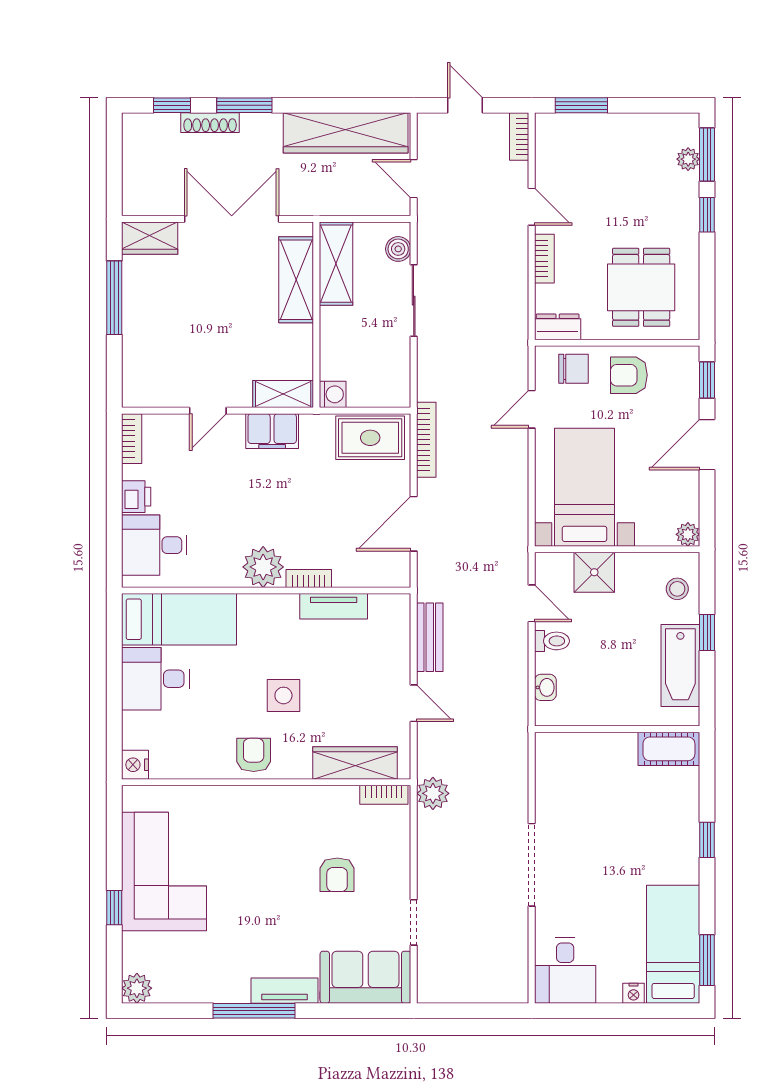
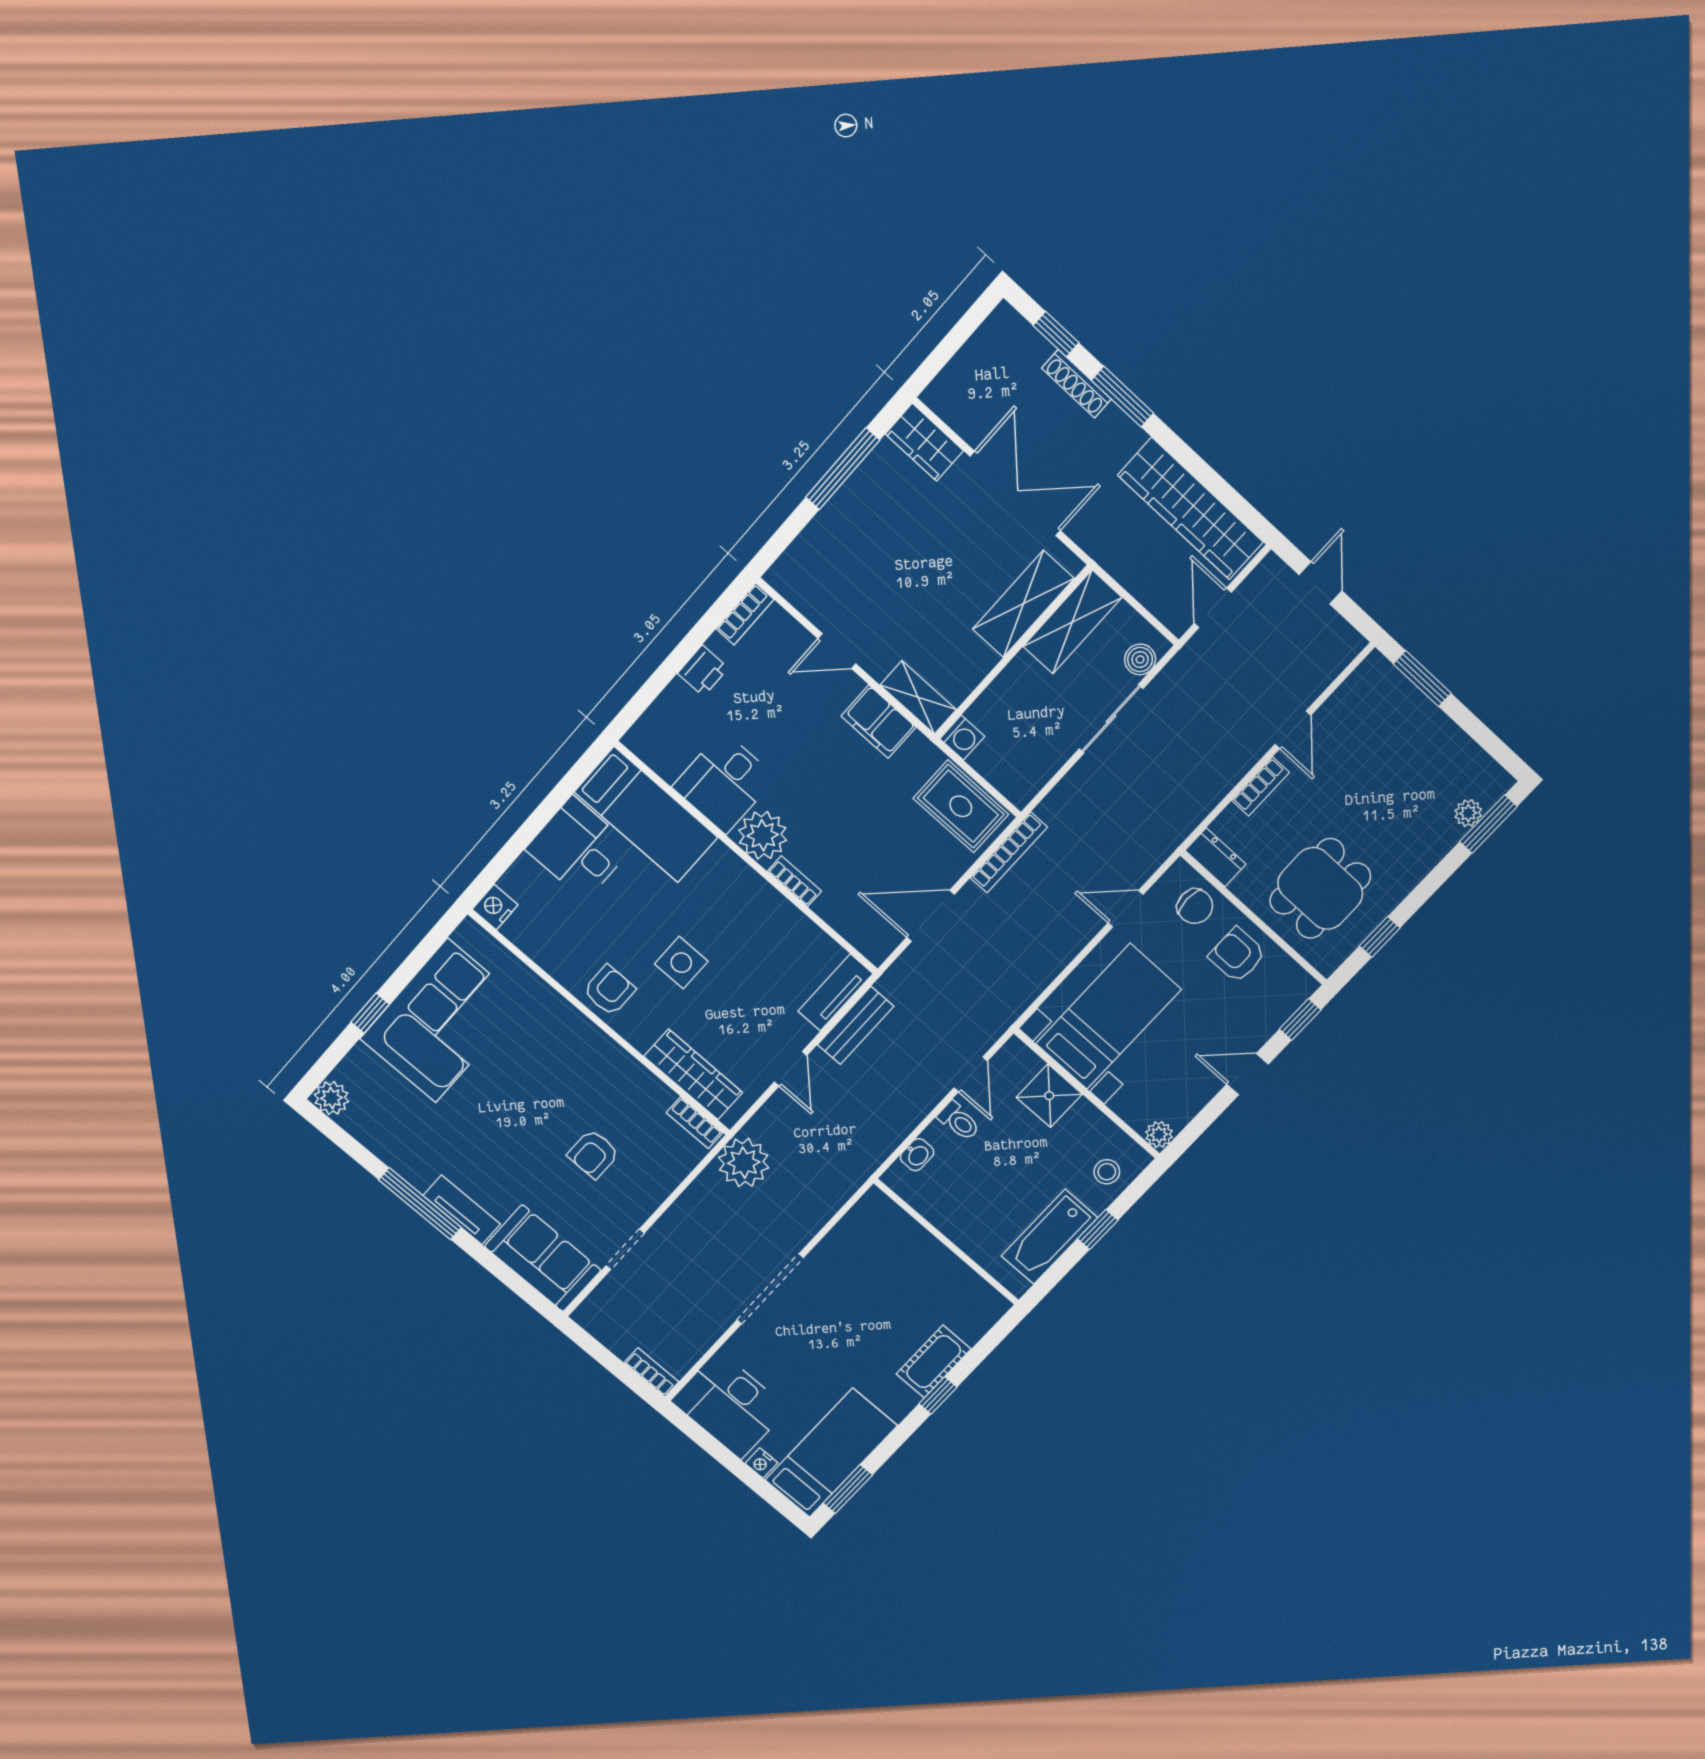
bookcase: (519, 137) -> (651, 1372), moved, turned 90
window: (707, 215) -> (1380, 937), moved
door: (707, 445) -> (1247, 1074), width x0.73
desk: (154, 545) -> (724, 782), moved, turned -90
tv unit: (334, 606) -> (835, 992), moved, turned 90
cot: (669, 749) -> (934, 1362), moved, turned 90
plant: (433, 793) -> (744, 1163), width x1.36, depth x1.36
desk: (565, 971) -> (730, 1405), width x1.37

